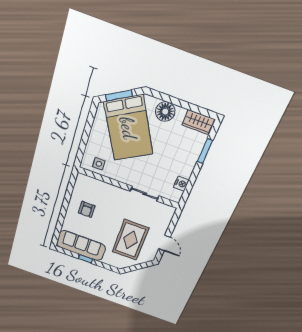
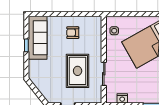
rug: (130, 240) -> (78, 71), moved, turned 90

